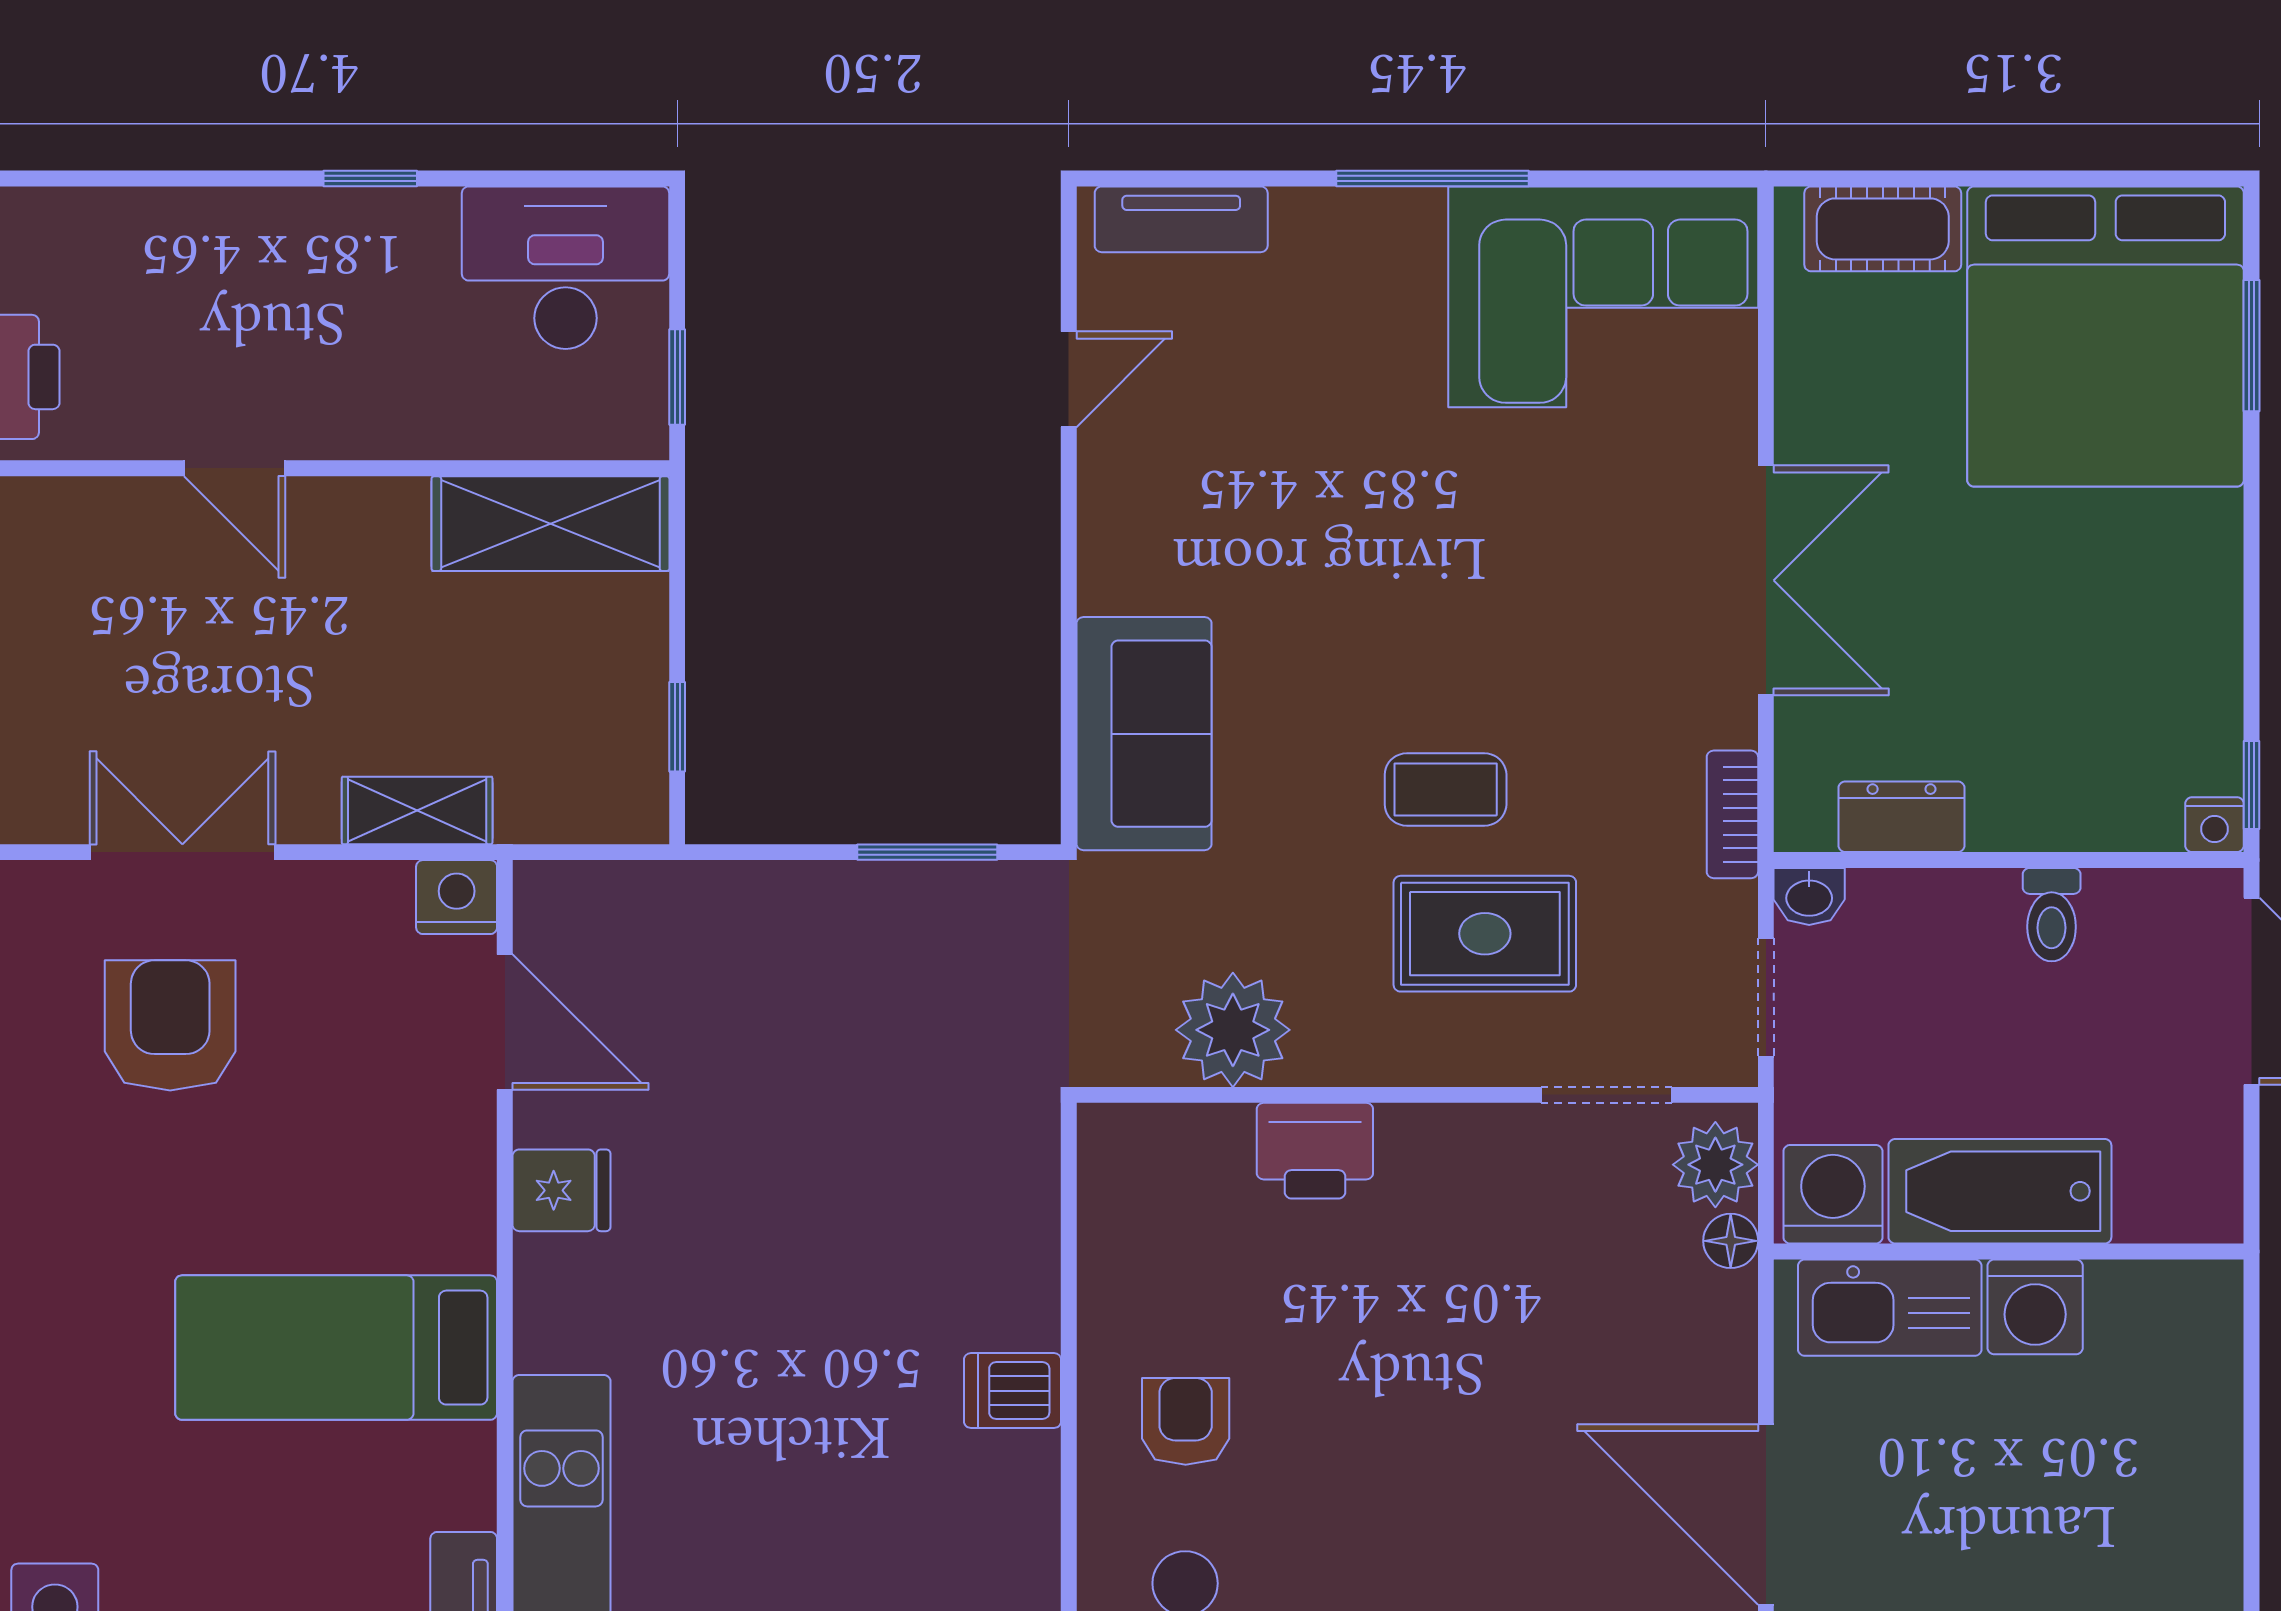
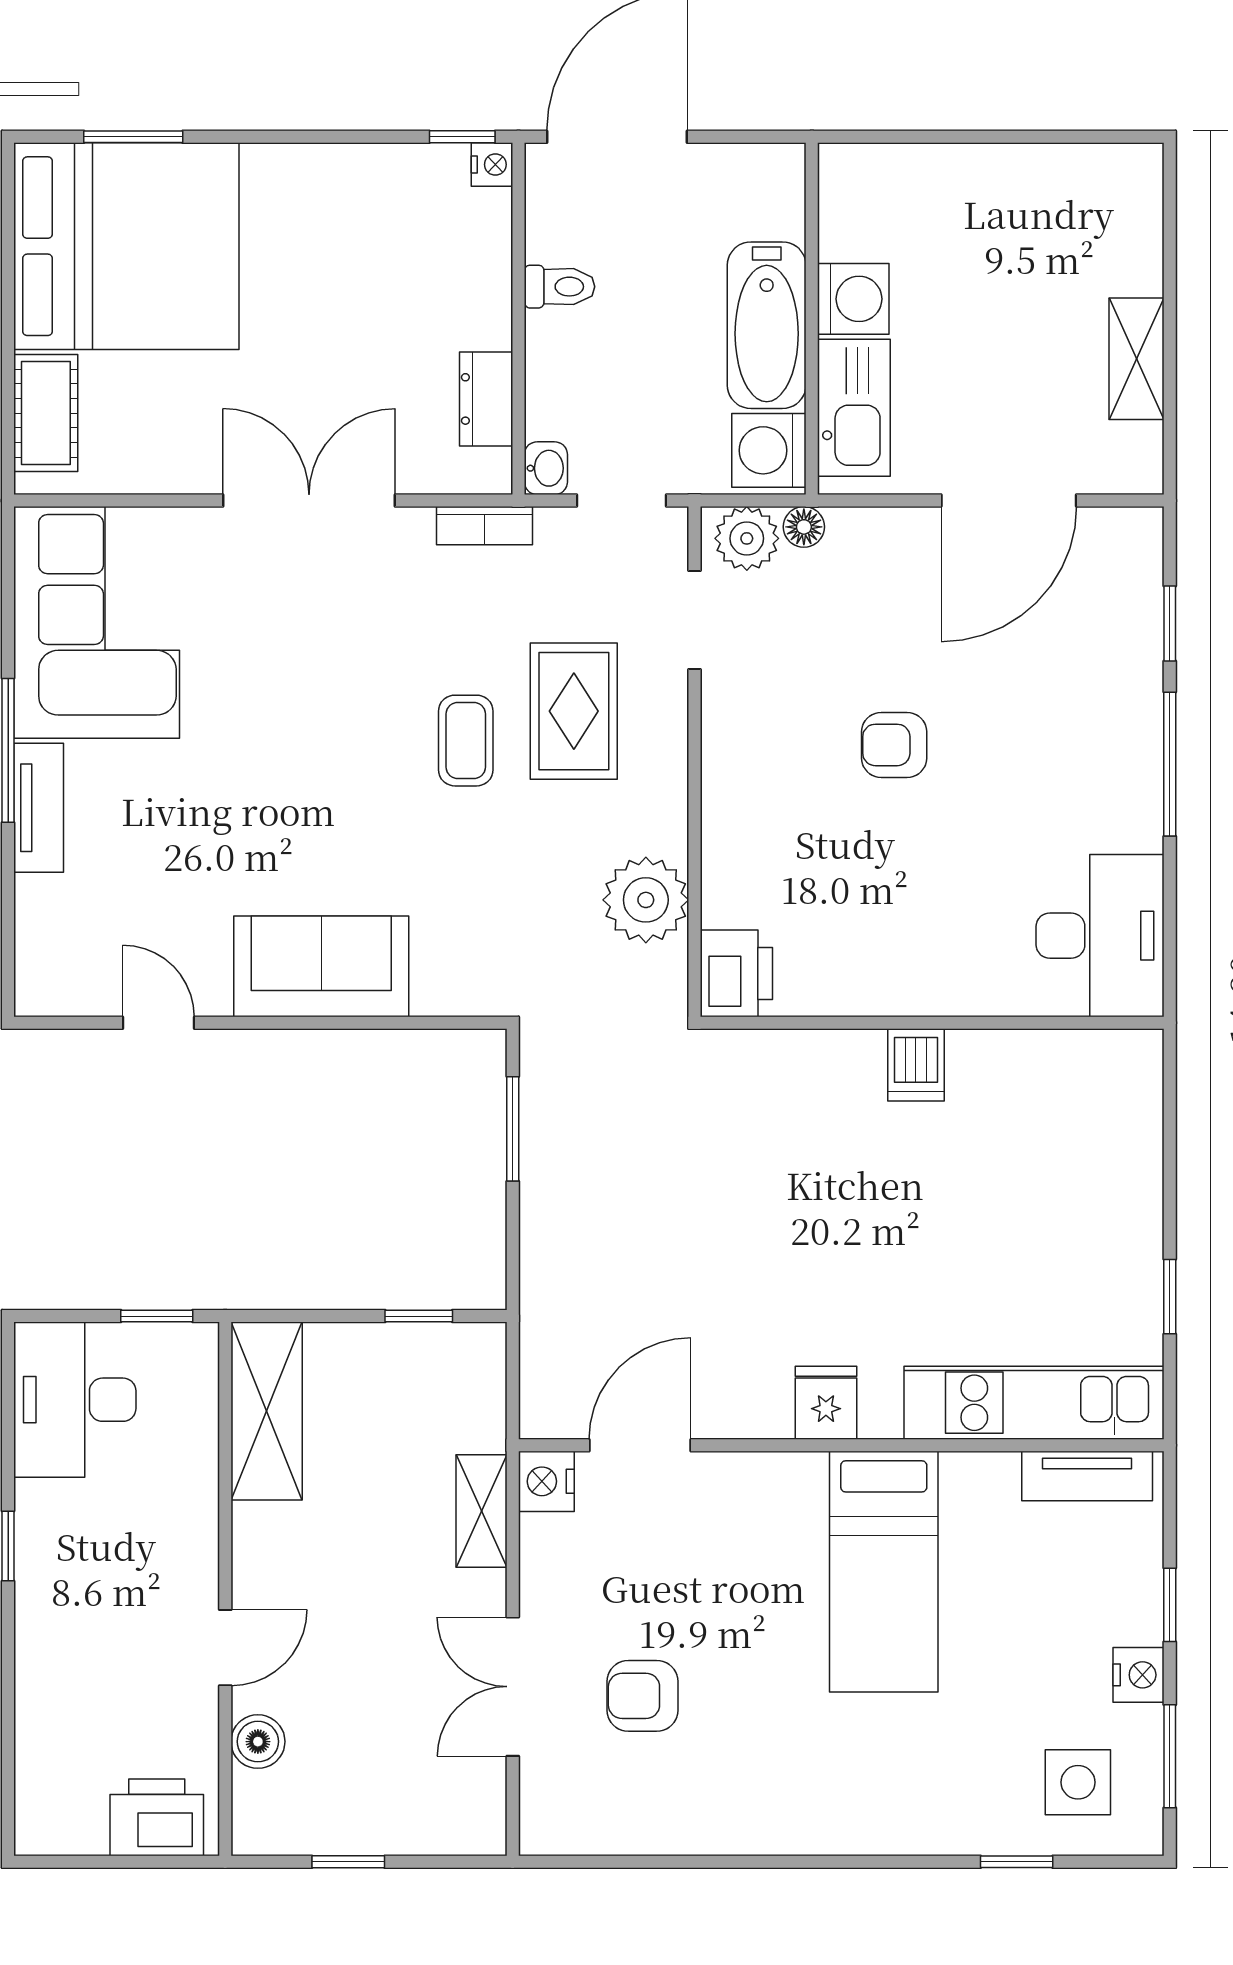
tv unit: (1181, 219) -> (39, 808), moved
boiler: (109, 512) -> (258, 1742), added
sofa: (1144, 734) -> (321, 966), moved
armchair: (170, 1025) -> (642, 1696), width x0.72, depth x0.72
printer: (1315, 1151) -> (736, 973), moved
fridge: (561, 1190) -> (826, 1403), moved
armchair: (1186, 1421) -> (894, 745), moved

